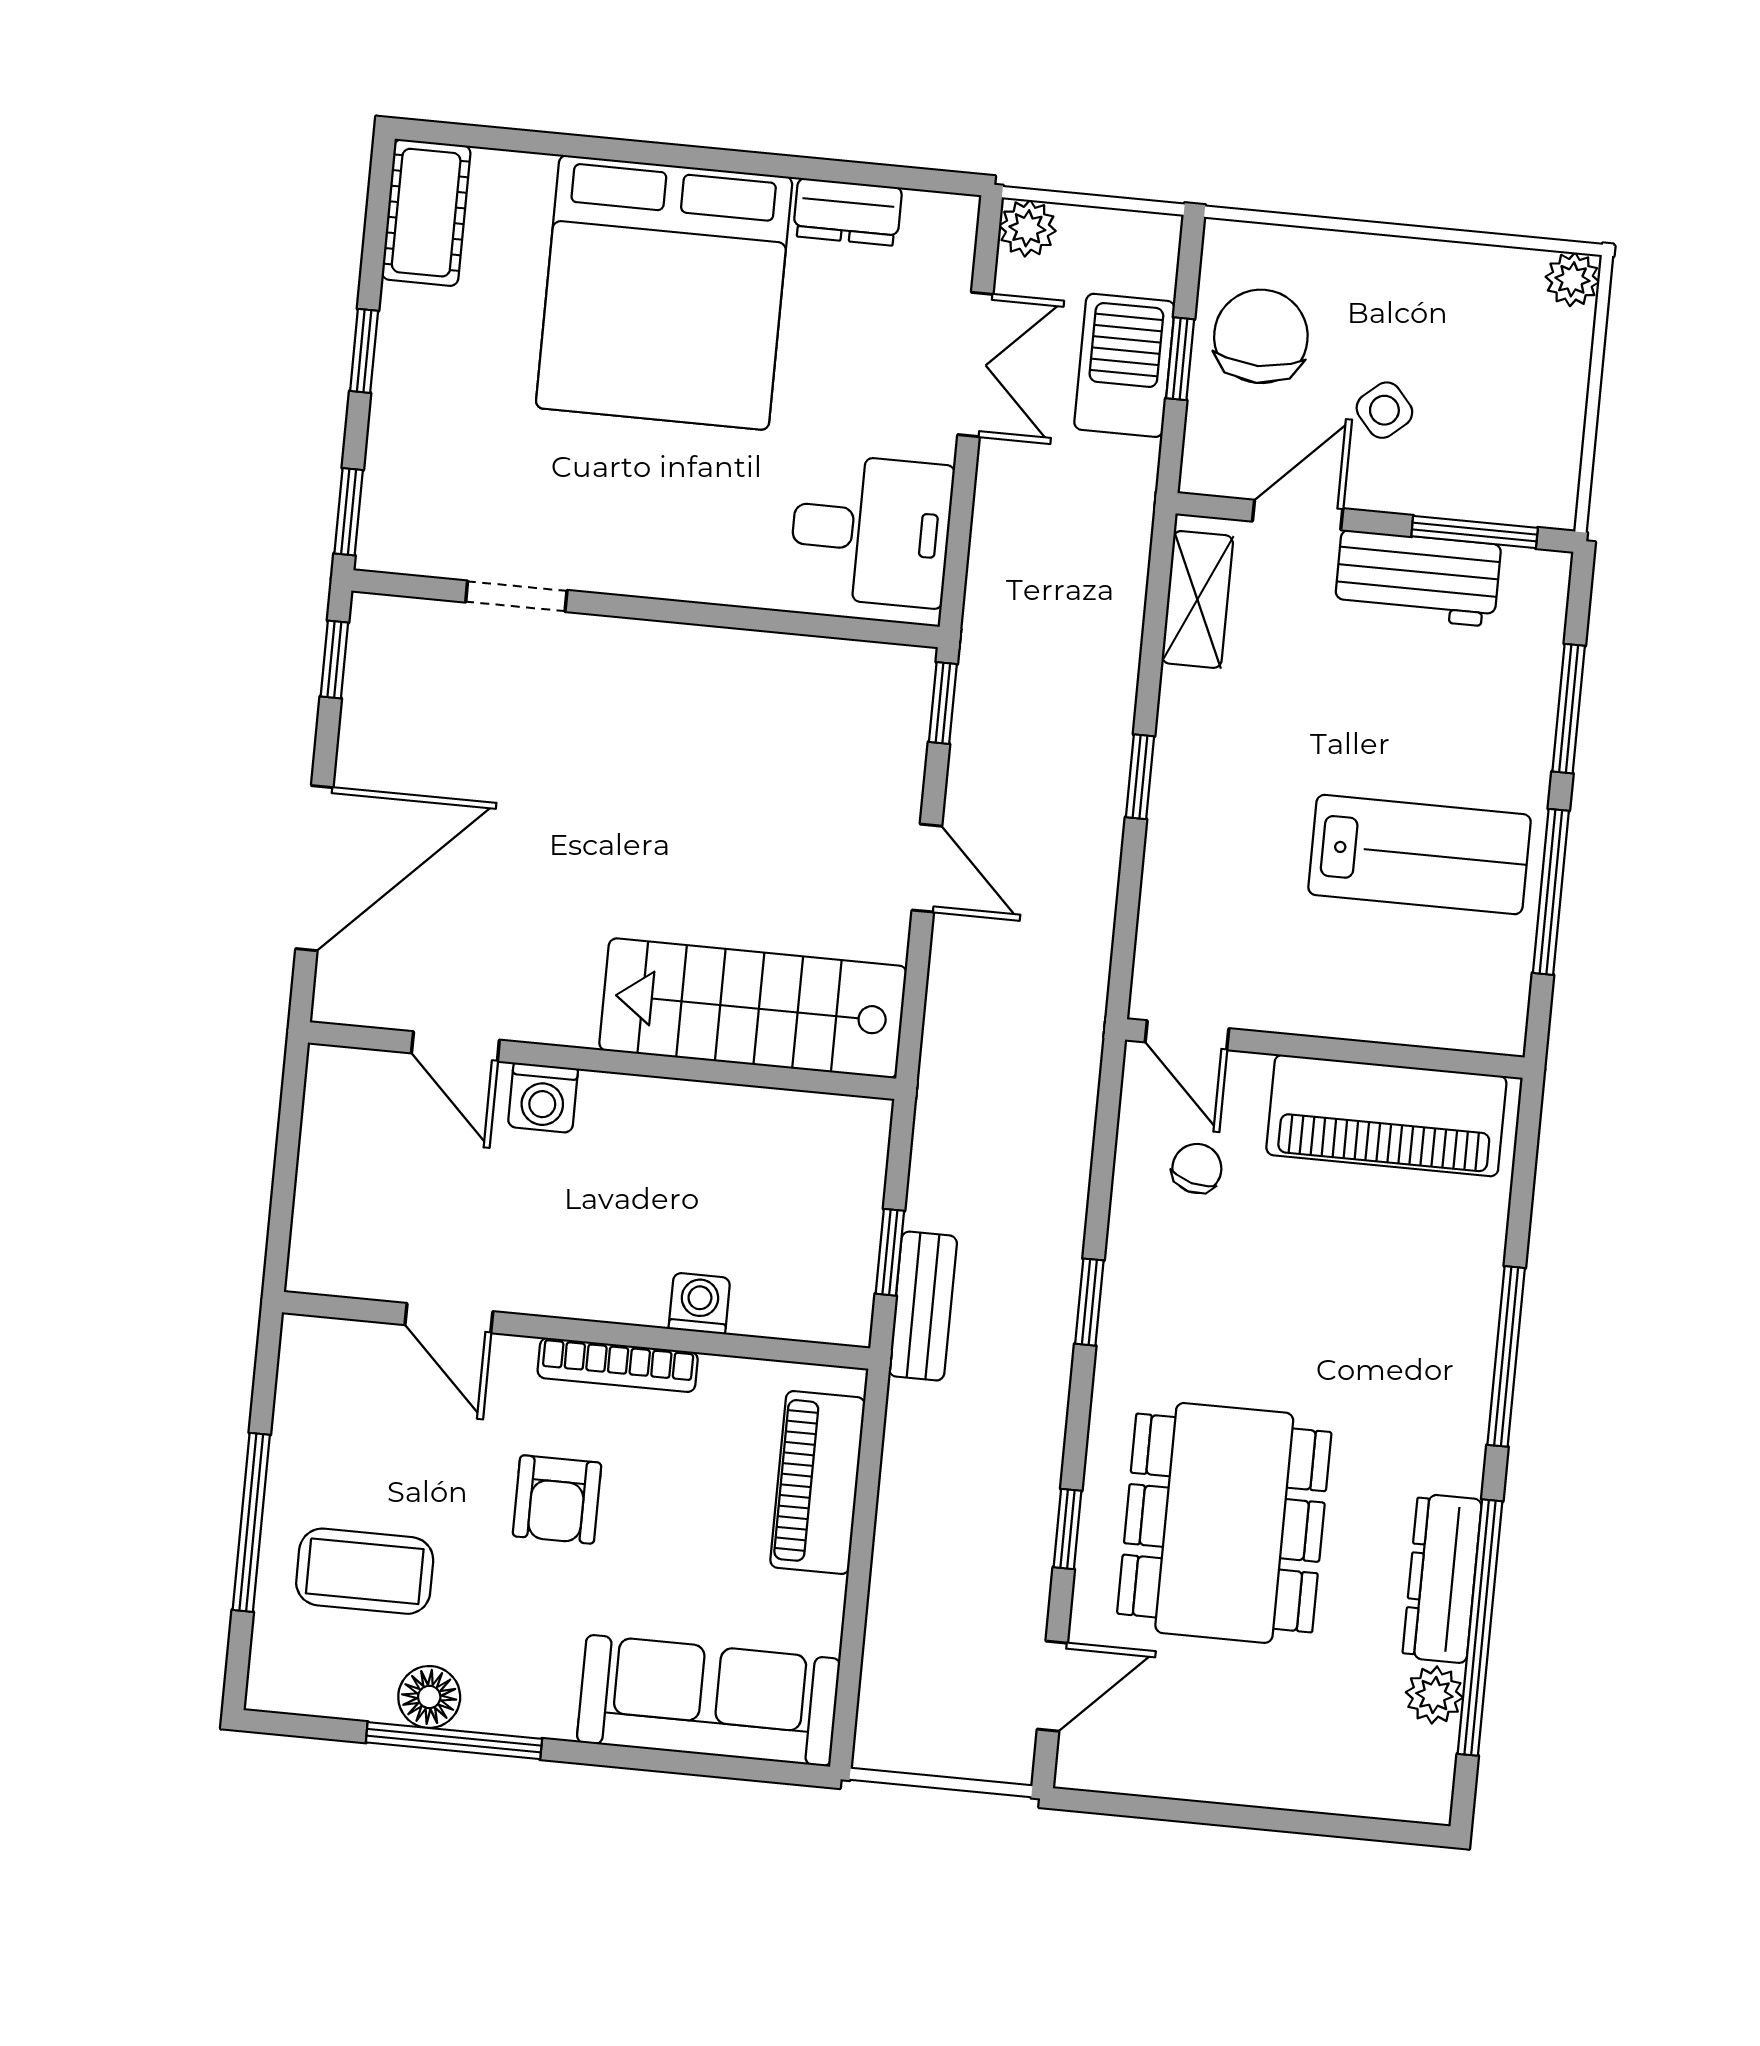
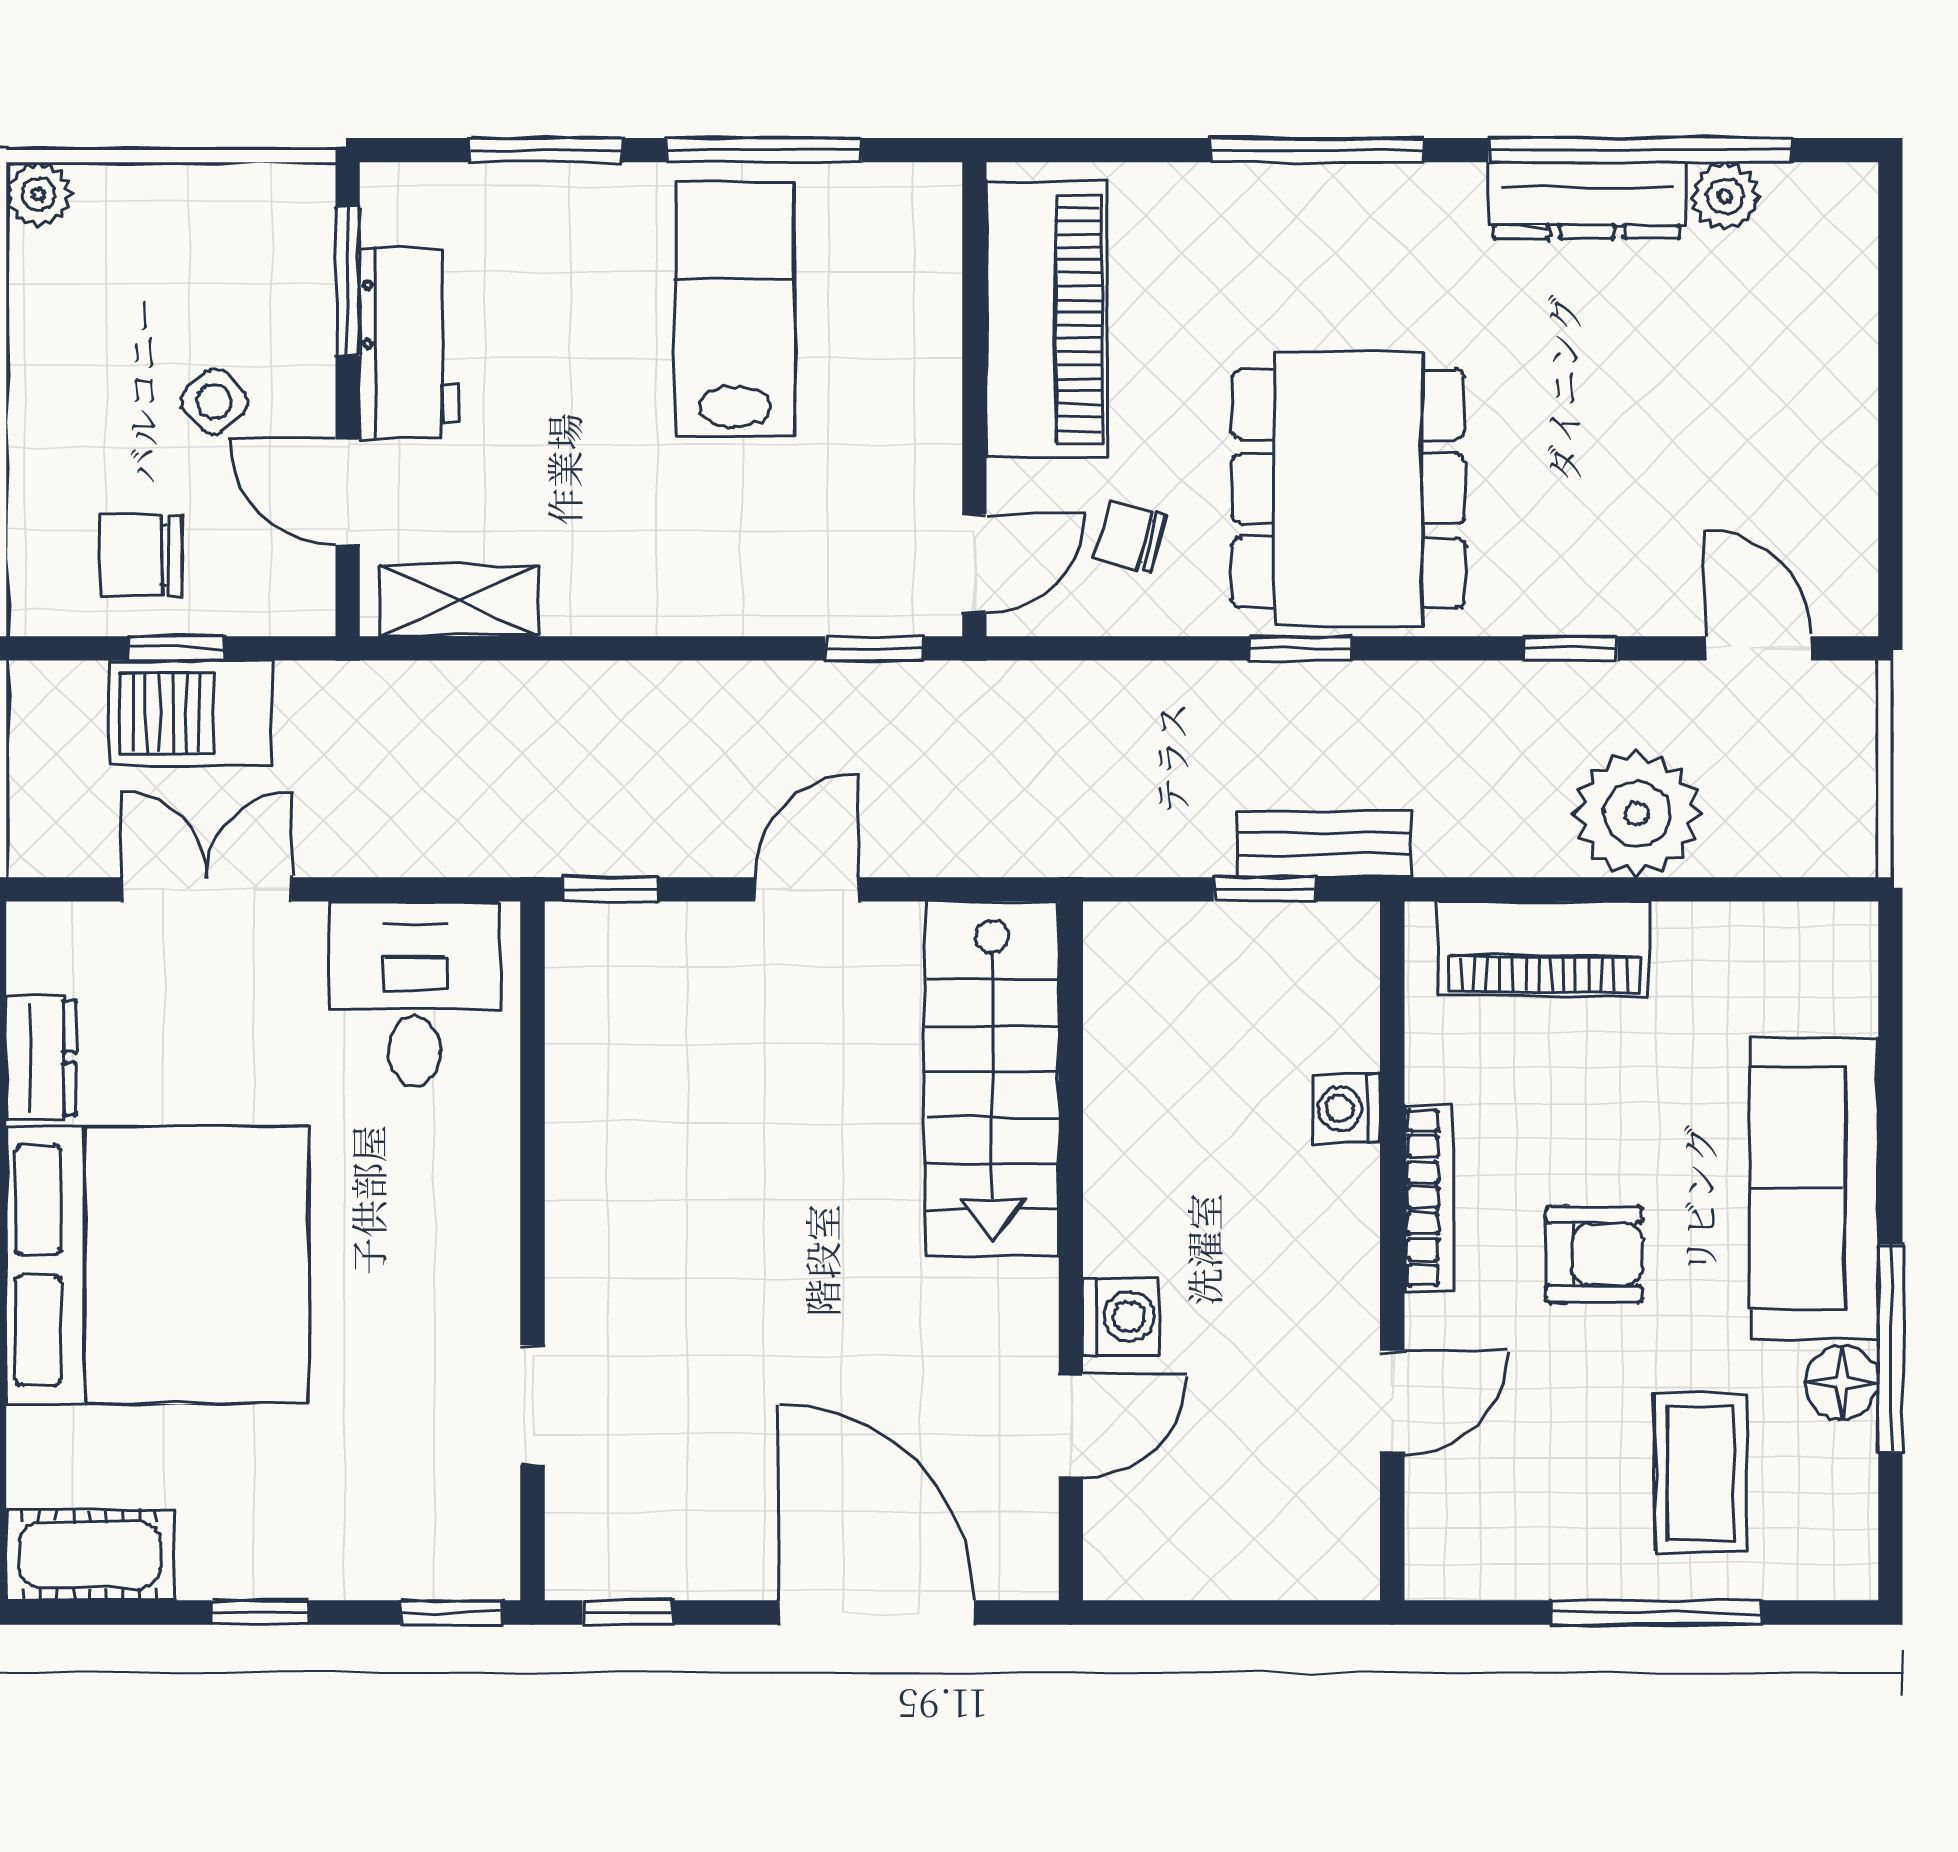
plant: (1027, 228) -> (1637, 814), moved, width x1.88, depth x1.88
chair: (1261, 336) -> (141, 556), width x0.73, depth x0.73
window: (1140, 777) -> (875, 648), moved
dining table: (1224, 1523) -> (1348, 489), moved, turned 90
sofa: (708, 1701) -> (1814, 1188), moved

